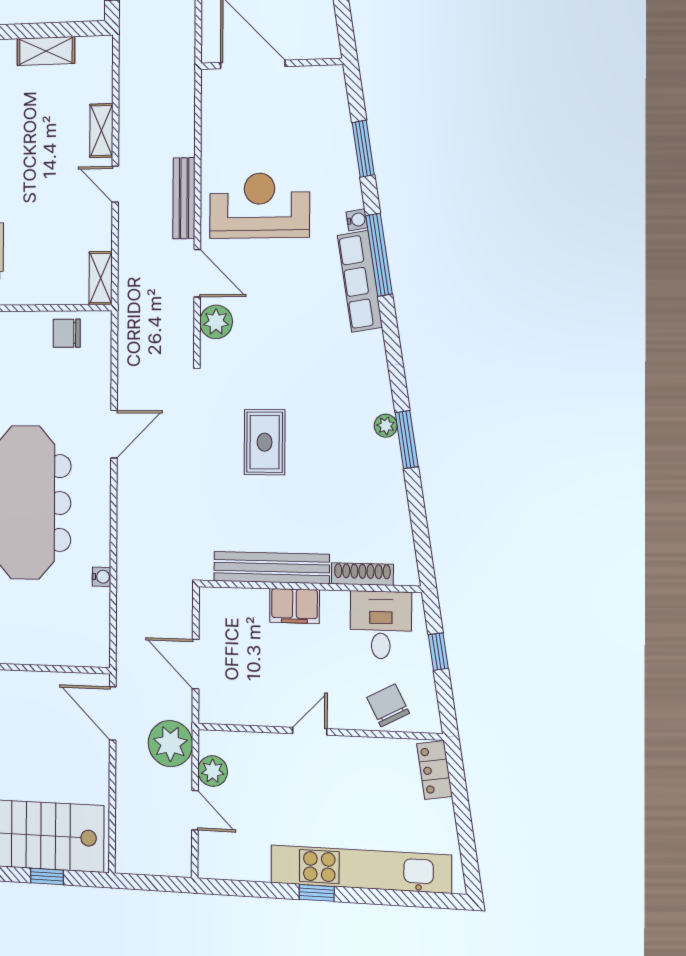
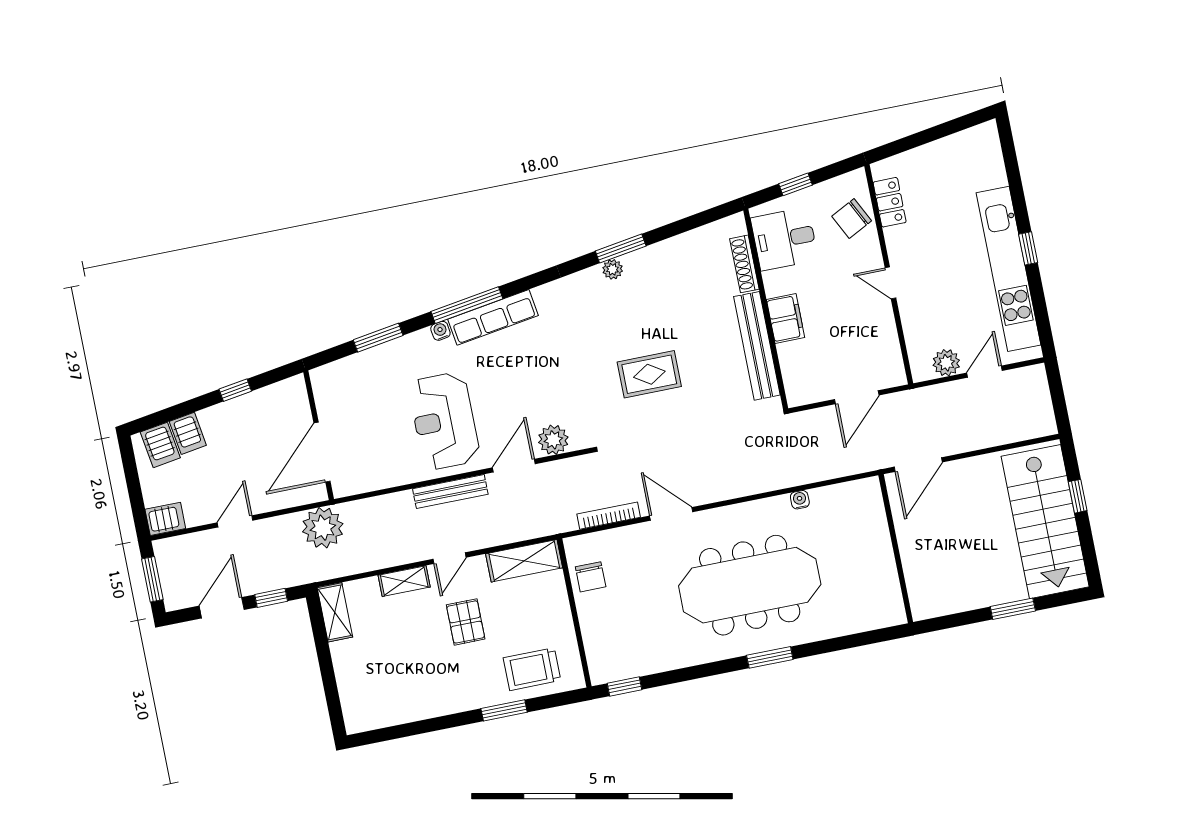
shelving: (46, 51) -> (335, 612), moved
pallet: (47, 189) -> (466, 622), added
shelving: (101, 278) -> (524, 561), width x1.50, depth x1.33
bookcase: (125, 366) -> (609, 516), added
plant: (170, 744) -> (323, 528), moved
locker: (434, 770) -> (890, 202), moved, turned -81
kitchen unit: (361, 869) -> (1009, 269), moved

